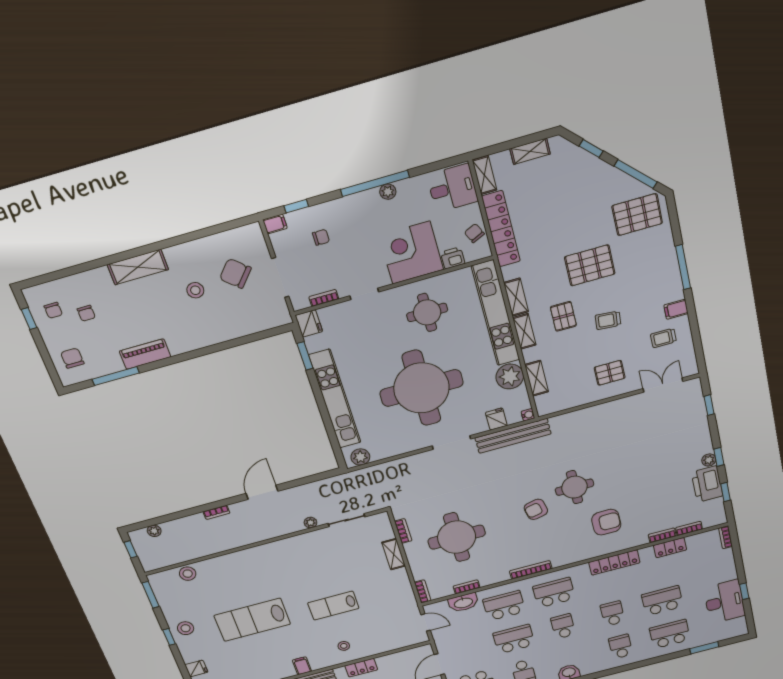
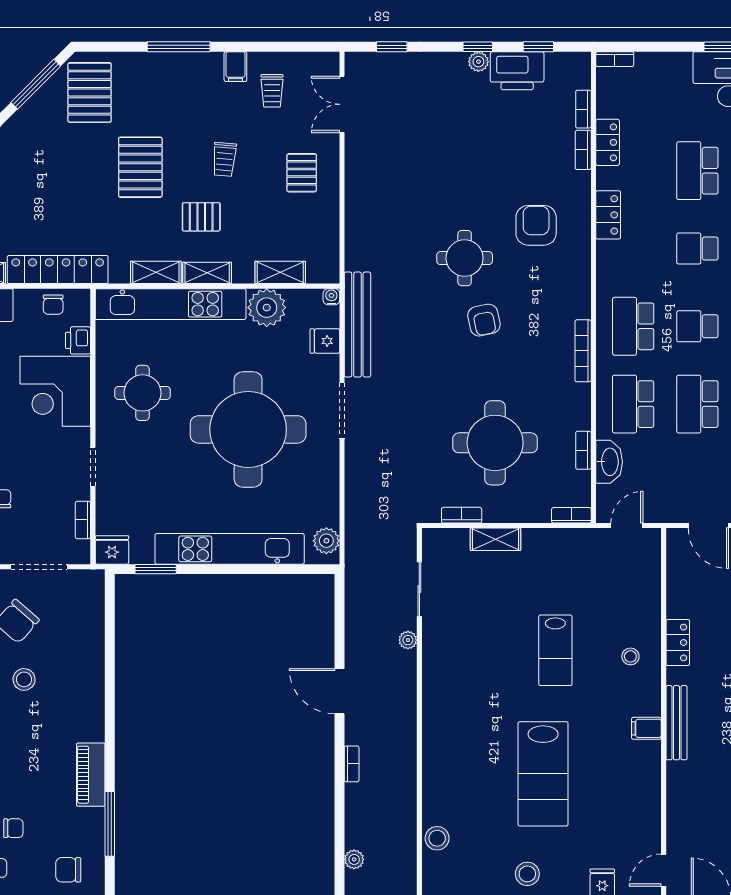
chair: (474, 233) -> (53, 305), turned -65
locker: (614, 562) -> (608, 215), width x0.66

